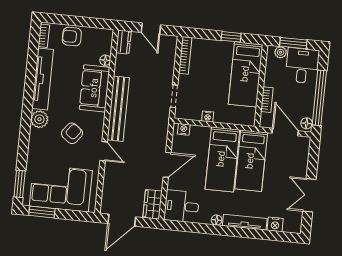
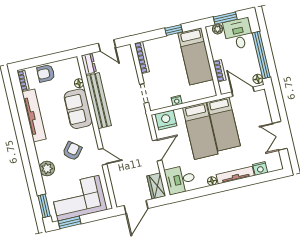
bench: (118, 109) -> (99, 101), moved
plant: (39, 119) -> (47, 169), moved
nightstand: (184, 129) -> (166, 120), width x1.89, depth x1.79

